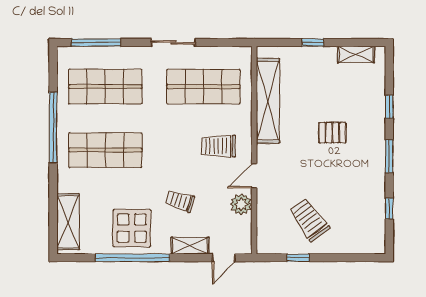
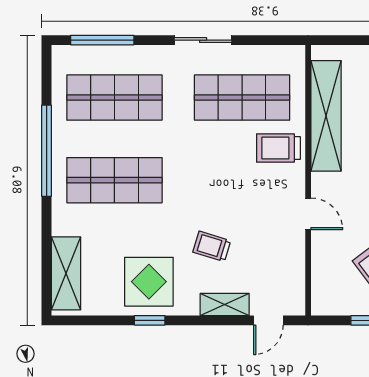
trolley: (218, 146) -> (278, 148), moved
door: (254, 176) -> (308, 214), swing flipped
plant: (241, 204) -> (291, 251), removed
window: (132, 258) -> (150, 320), width x0.32

